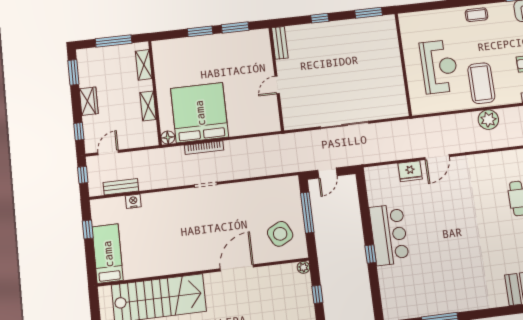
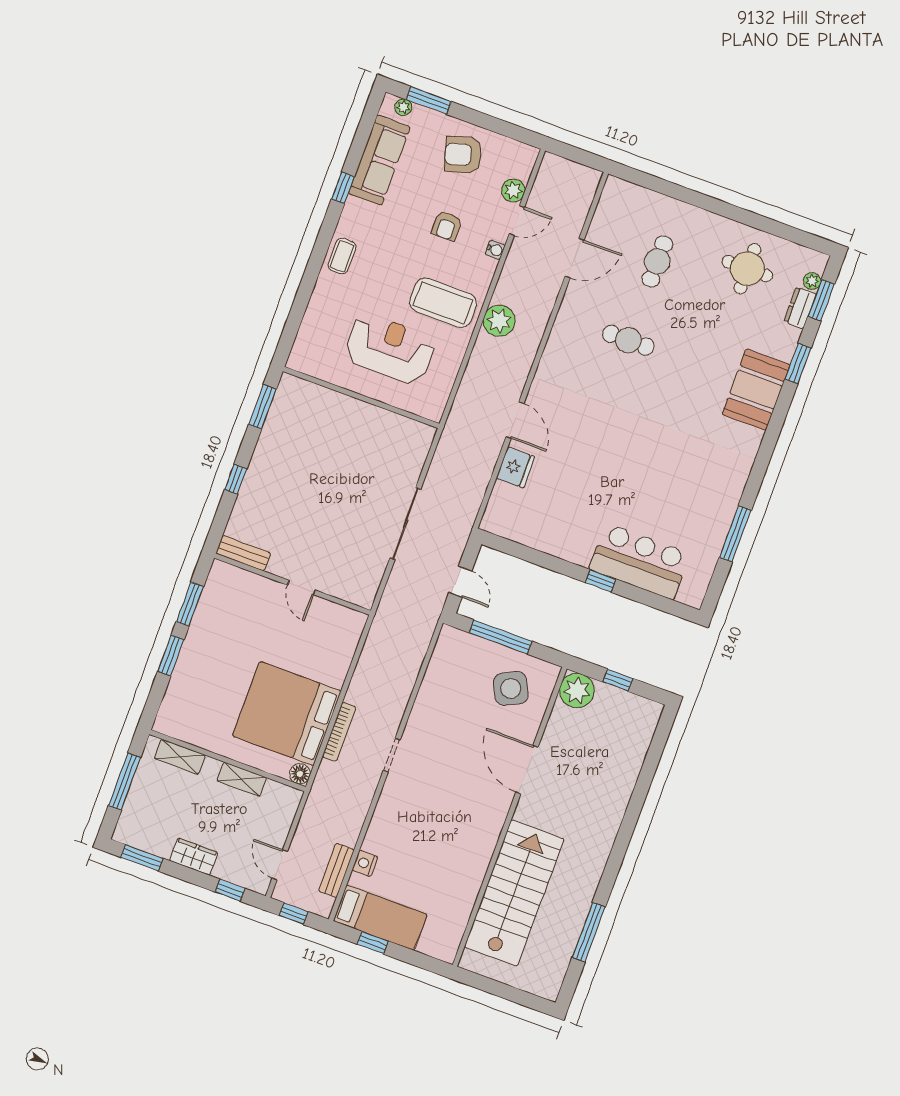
bar counter: (389, 235) -> (640, 561), moved
bed: (108, 254) -> (380, 918), moved, turned 180
plant: (303, 267) -> (577, 691), width x1.87, depth x1.87

